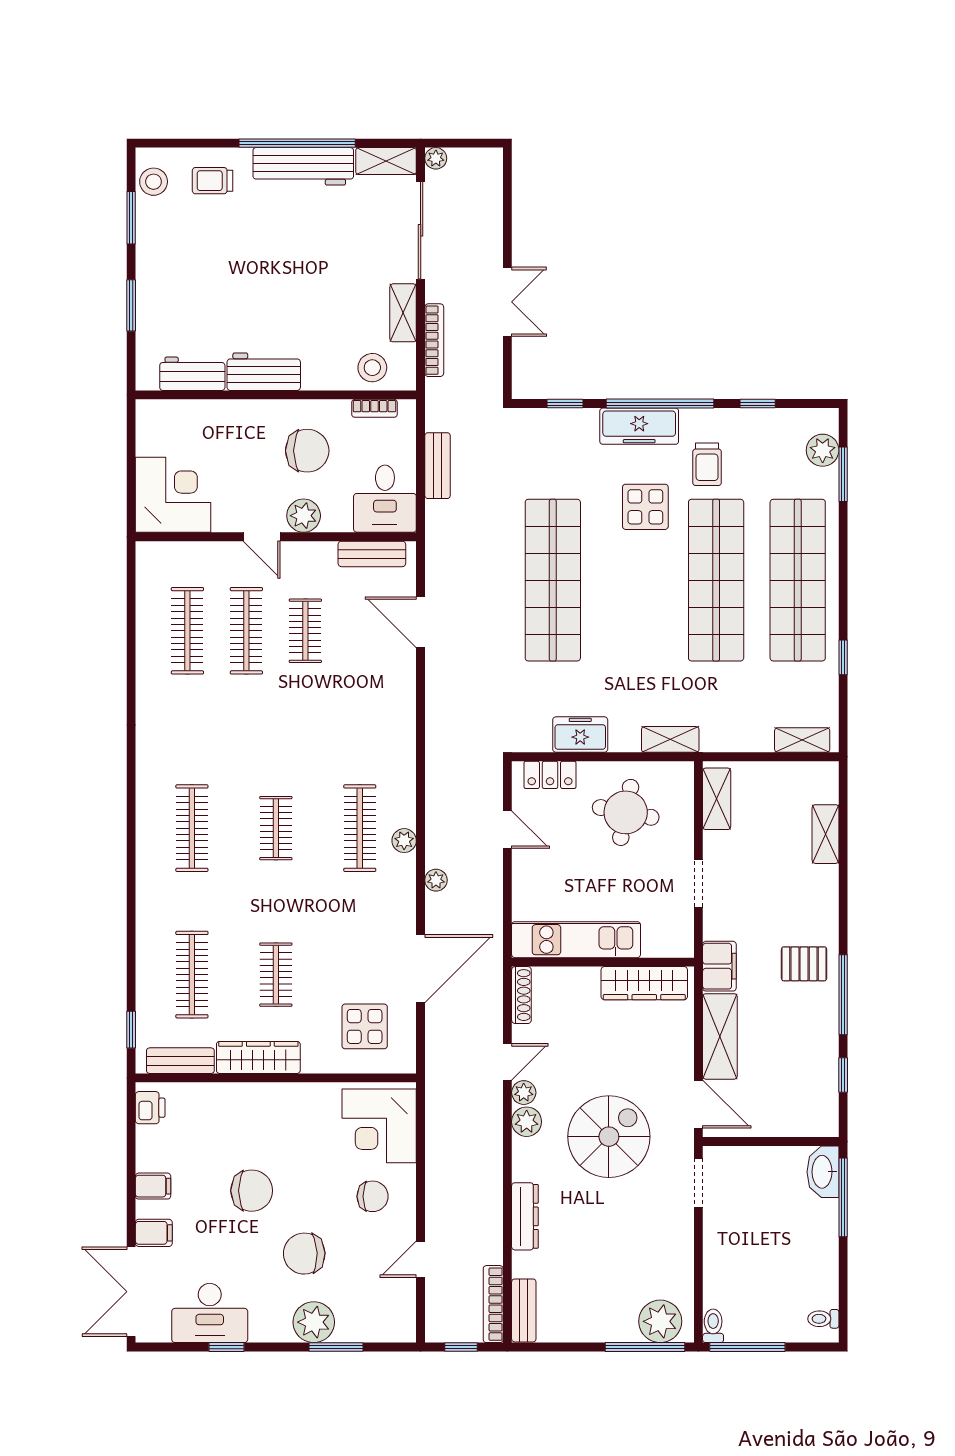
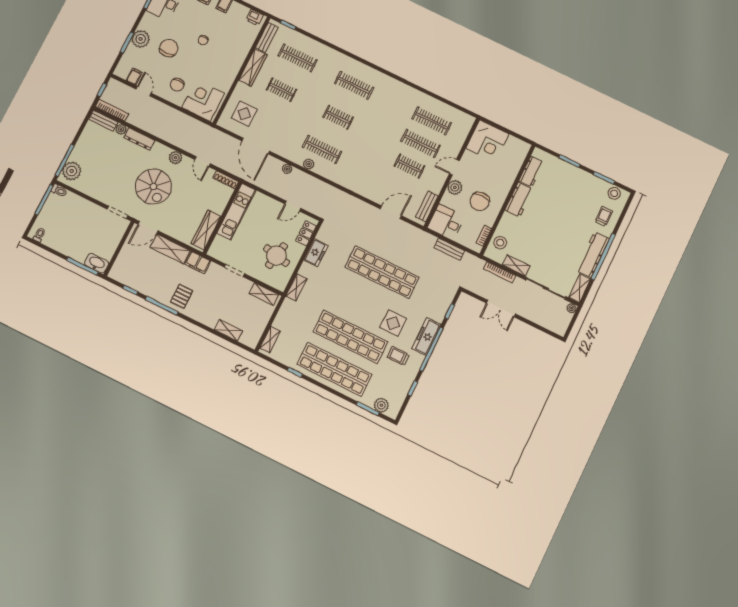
plant: (524, 1093) -> (121, 129), moved
chair: (252, 1191) -> (203, 40), width x0.54, depth x0.54
filing cabinet: (400, 1295) -> (134, 76), added

